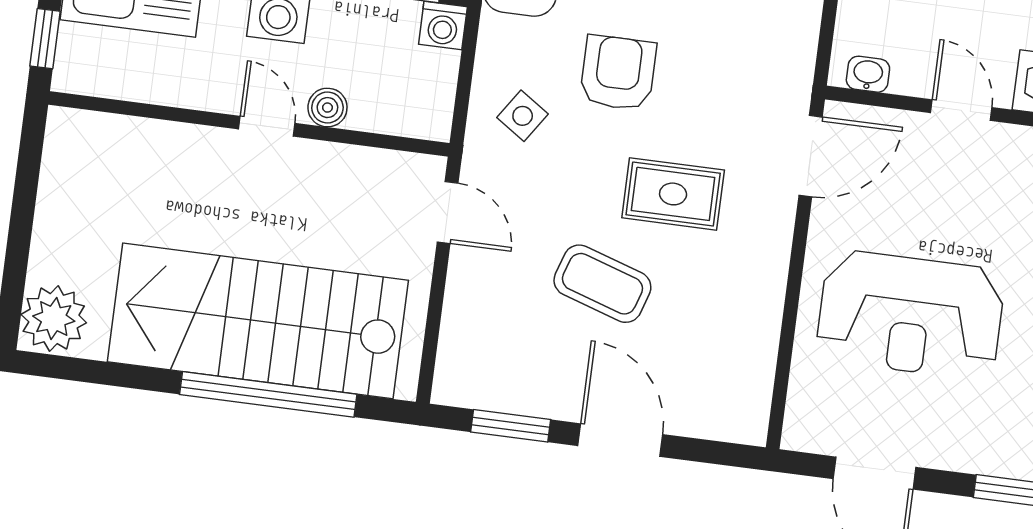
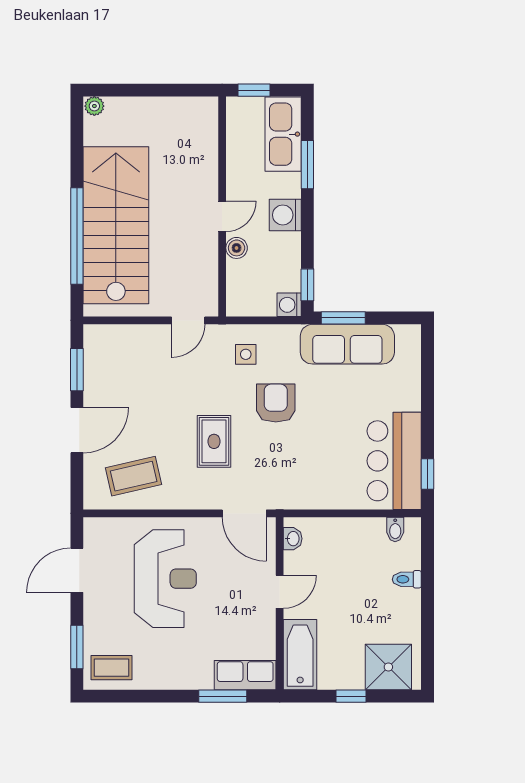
armchair: (618, 73) -> (276, 403), turned -90
side table: (523, 116) -> (246, 354), turned -34
coffee table: (602, 284) -> (134, 476), moved, turned 59
reception desk: (910, 315) -> (165, 579), turned 180
plant: (54, 319) -> (94, 106), width x0.53, depth x0.53

